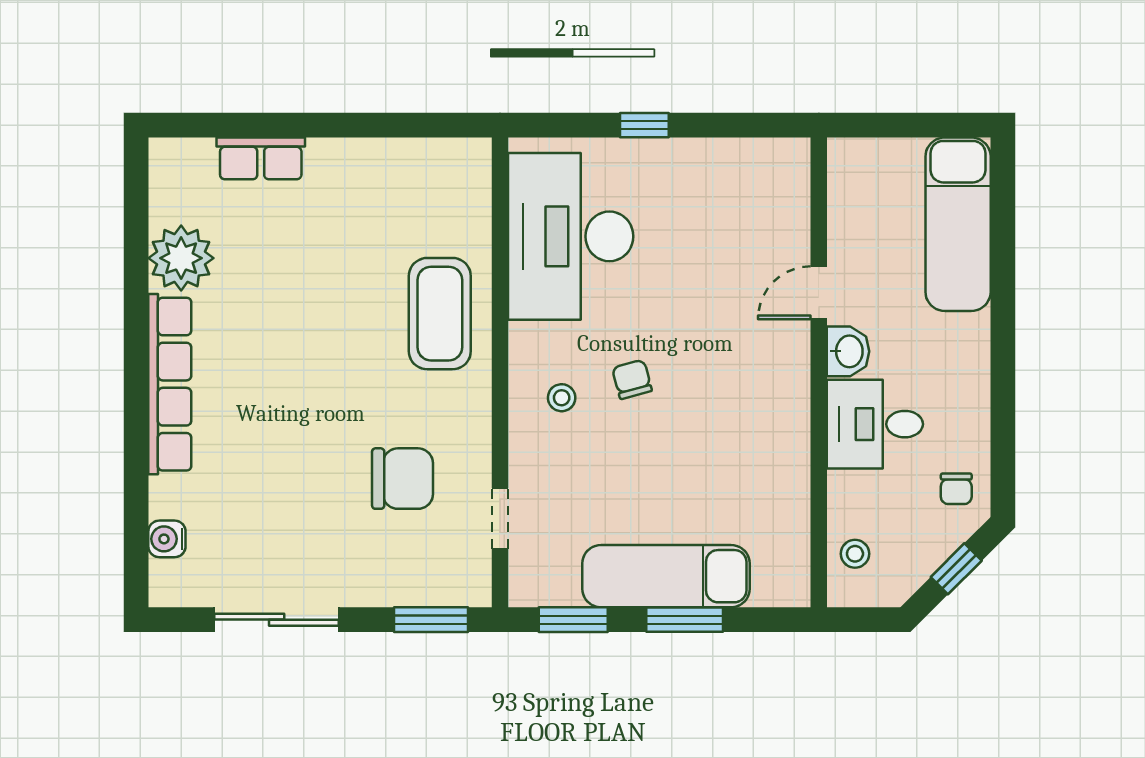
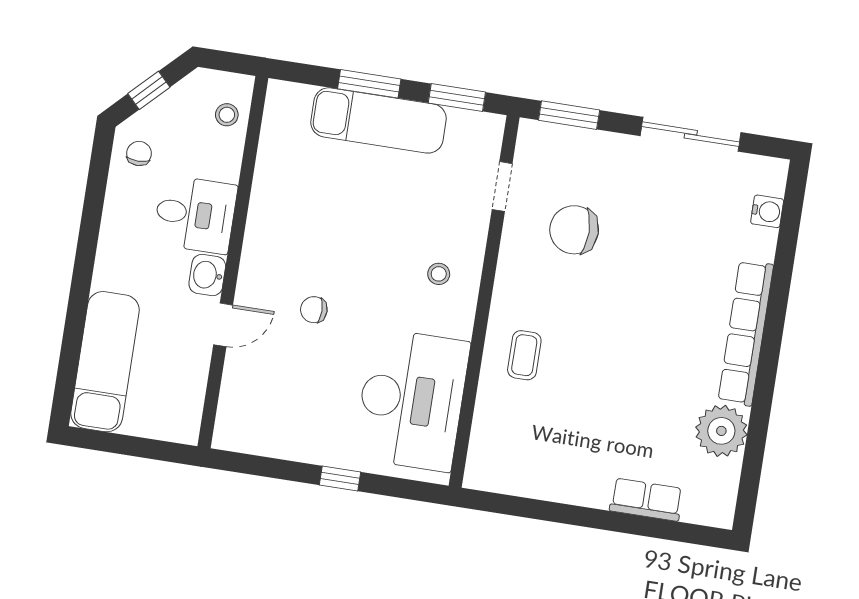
coffee table: (440, 314) -> (524, 355), width x0.54, depth x0.58
chair: (632, 379) -> (314, 310), moved, turned 105

